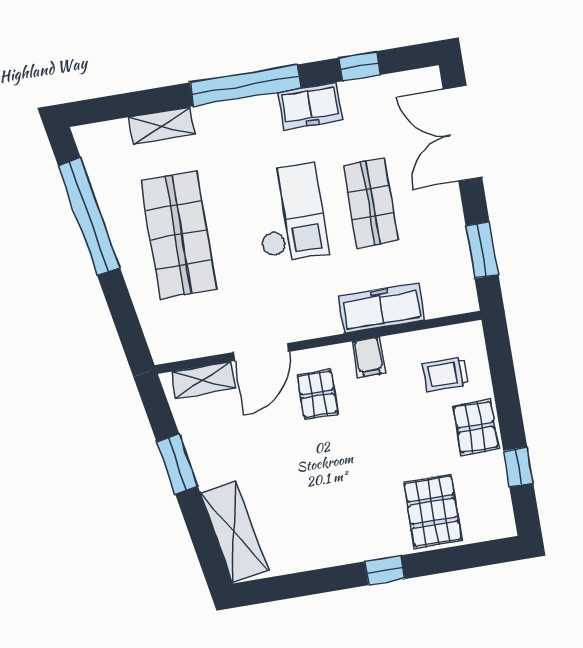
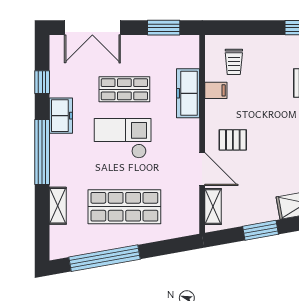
filing cabinet: (369, 357) -> (216, 90), moved
pallet: (476, 427) -> (268, 49), removed

